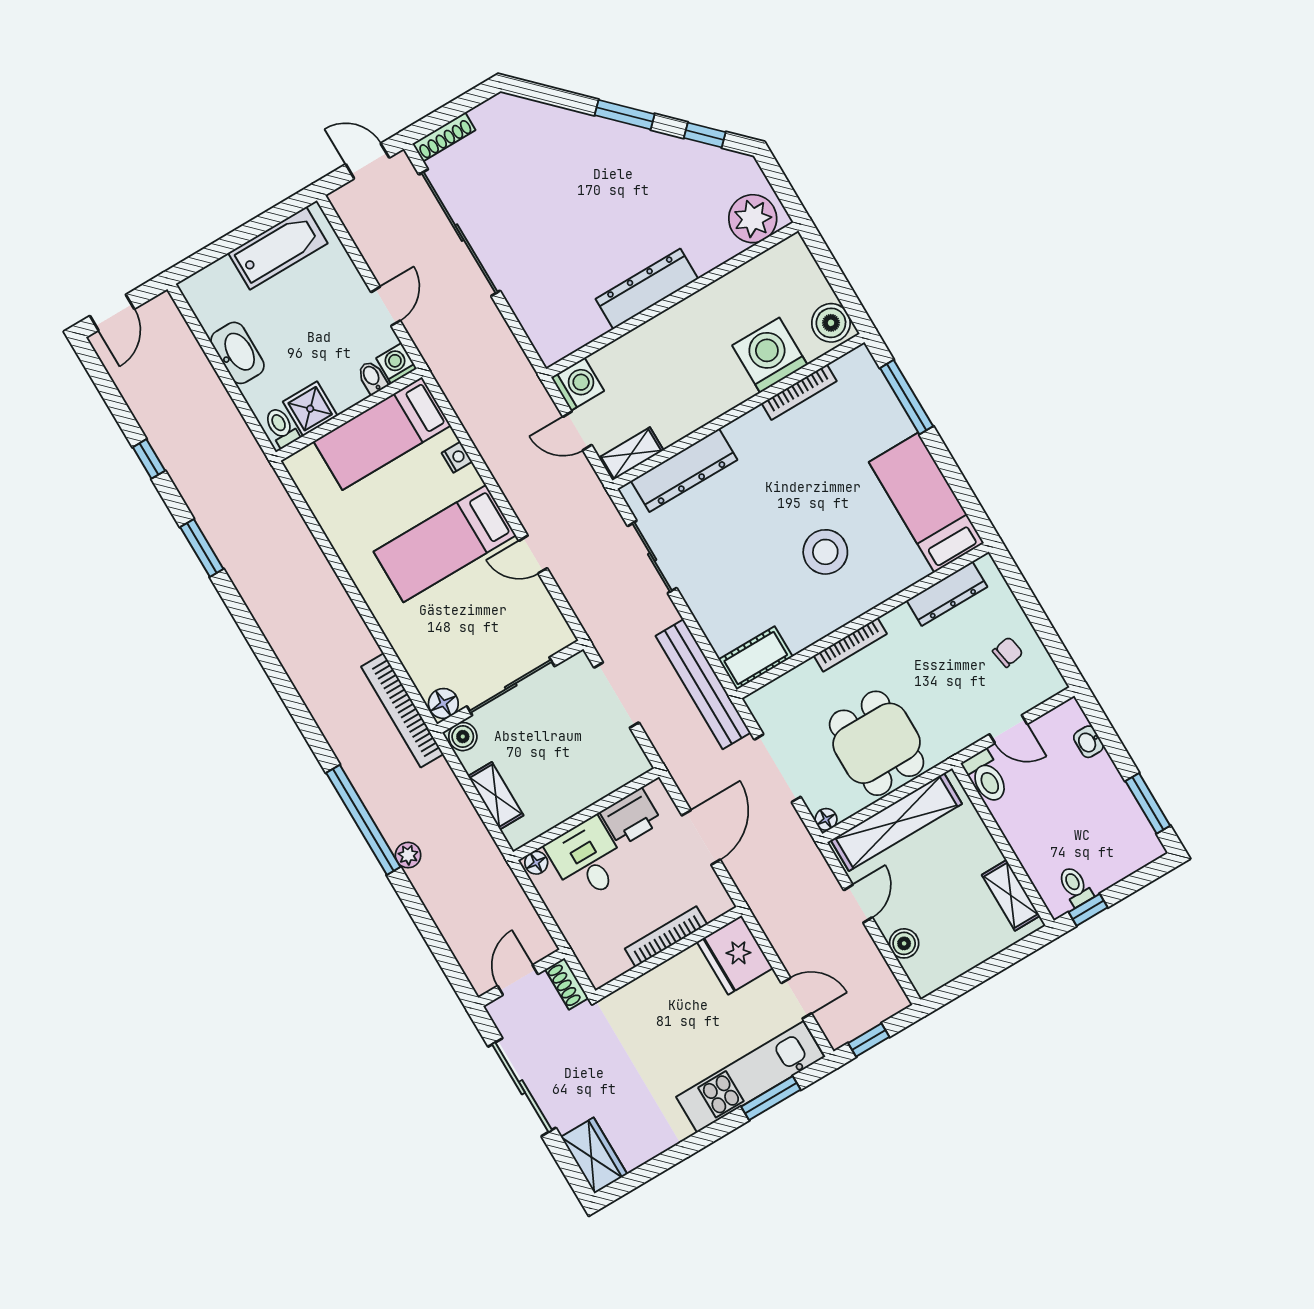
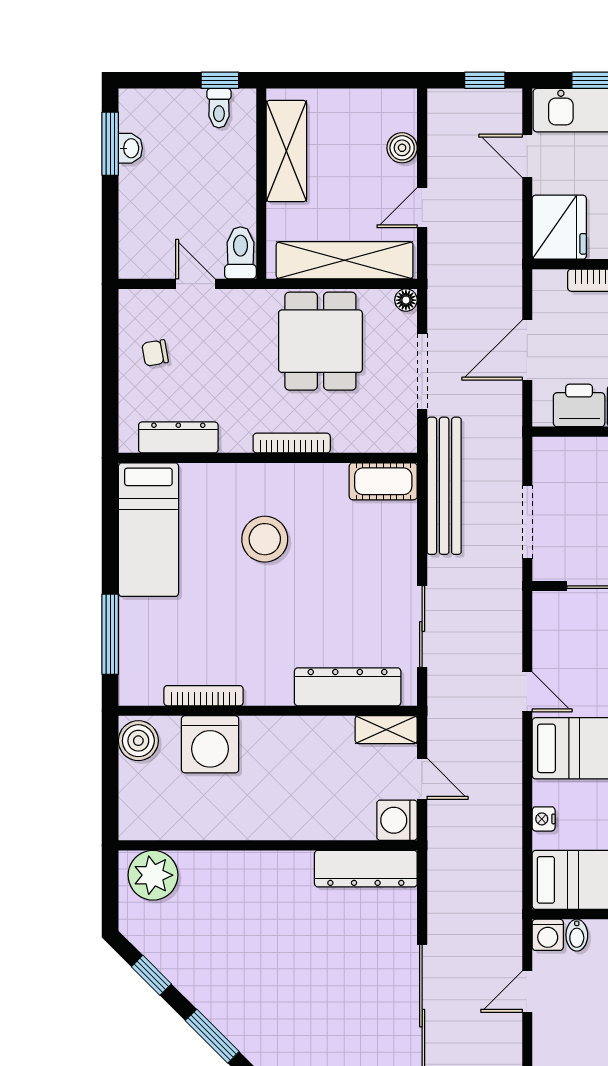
dresser: (647, 289) -> (366, 869), moved
washbasin: (1088, 742) -> (130, 148), moved
shelving: (1011, 895) -> (286, 151), width x1.50, depth x1.33

